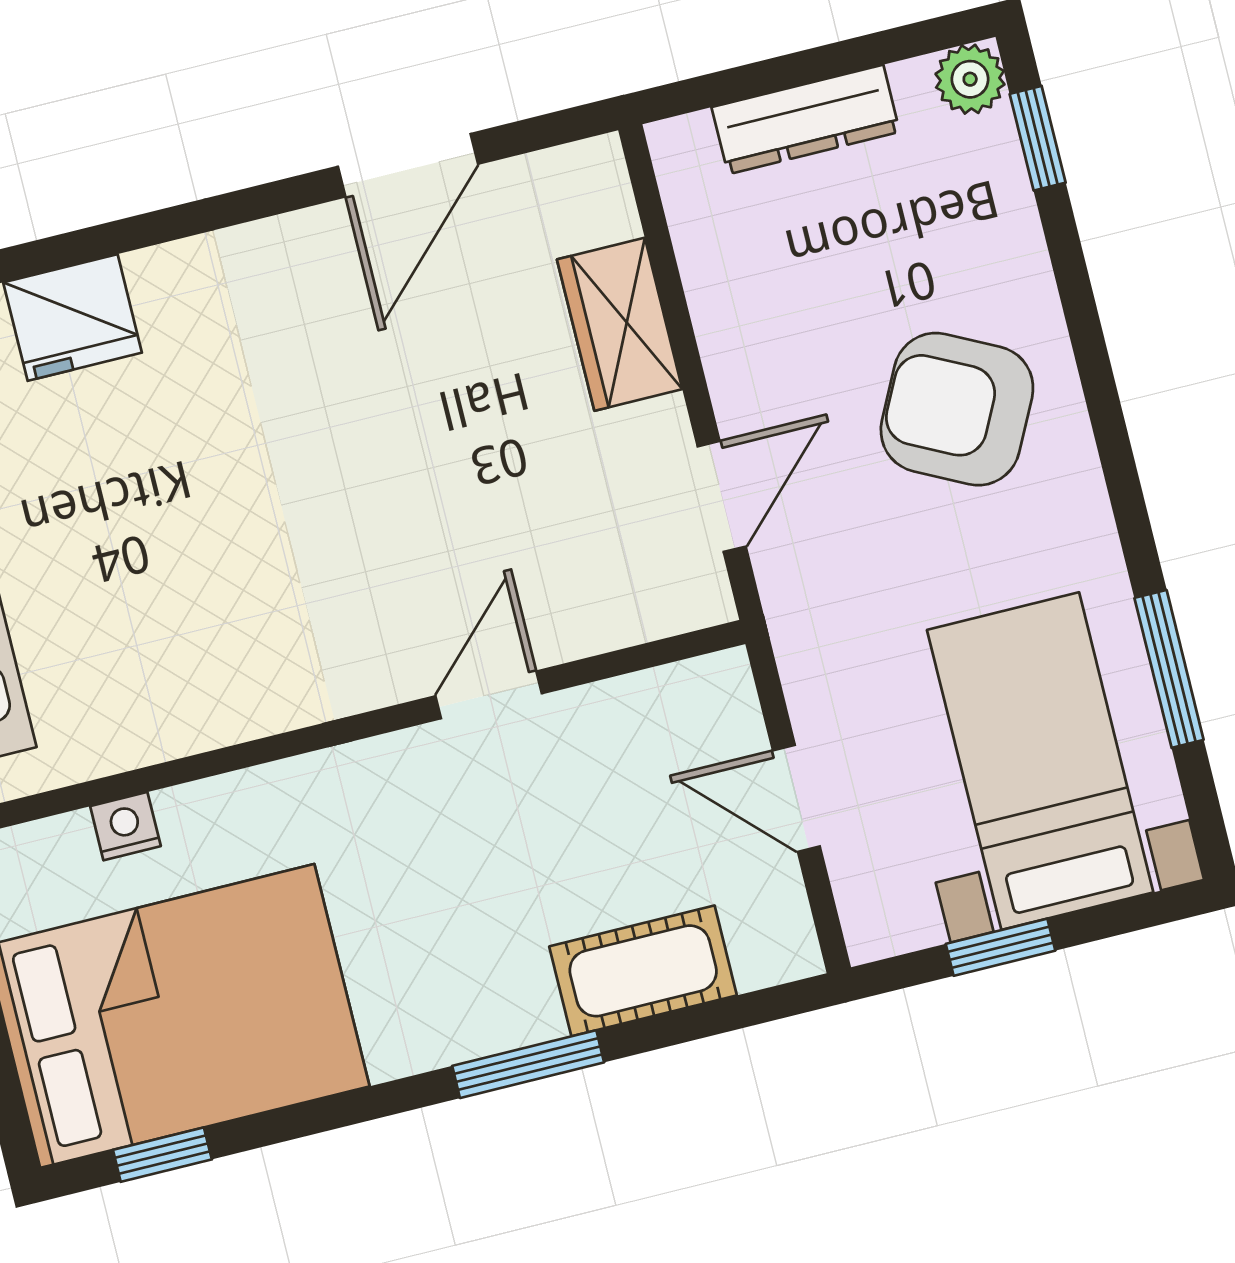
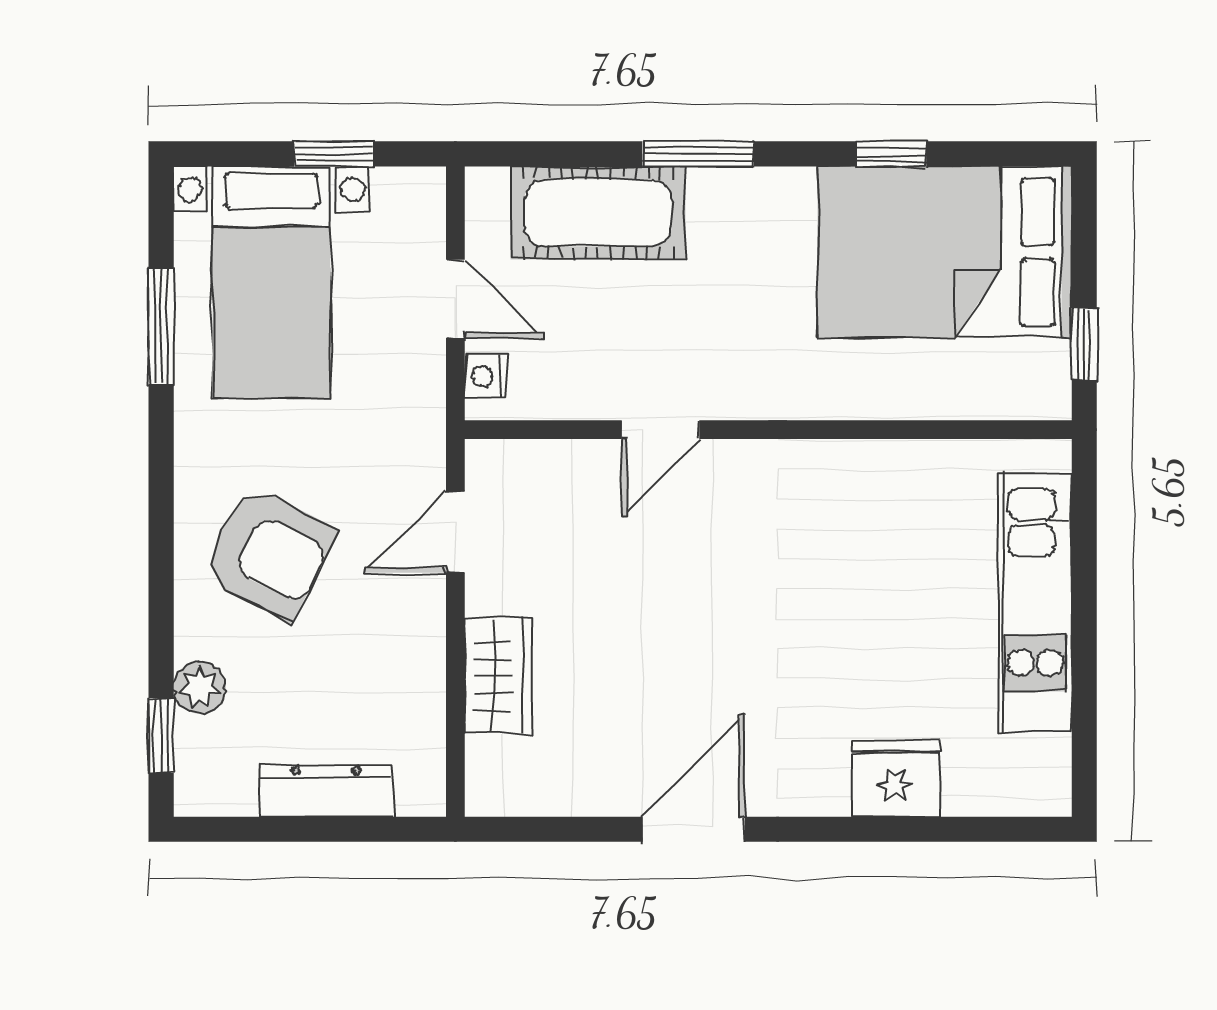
plant: (970, 79) -> (200, 688), moved
door: (408, 165) -> (694, 829), moved
nightstand: (125, 826) -> (486, 376), moved, turned 90
cot: (643, 971) -> (598, 213), width x1.37, depth x1.34
window: (162, 1155) -> (891, 154), moved

